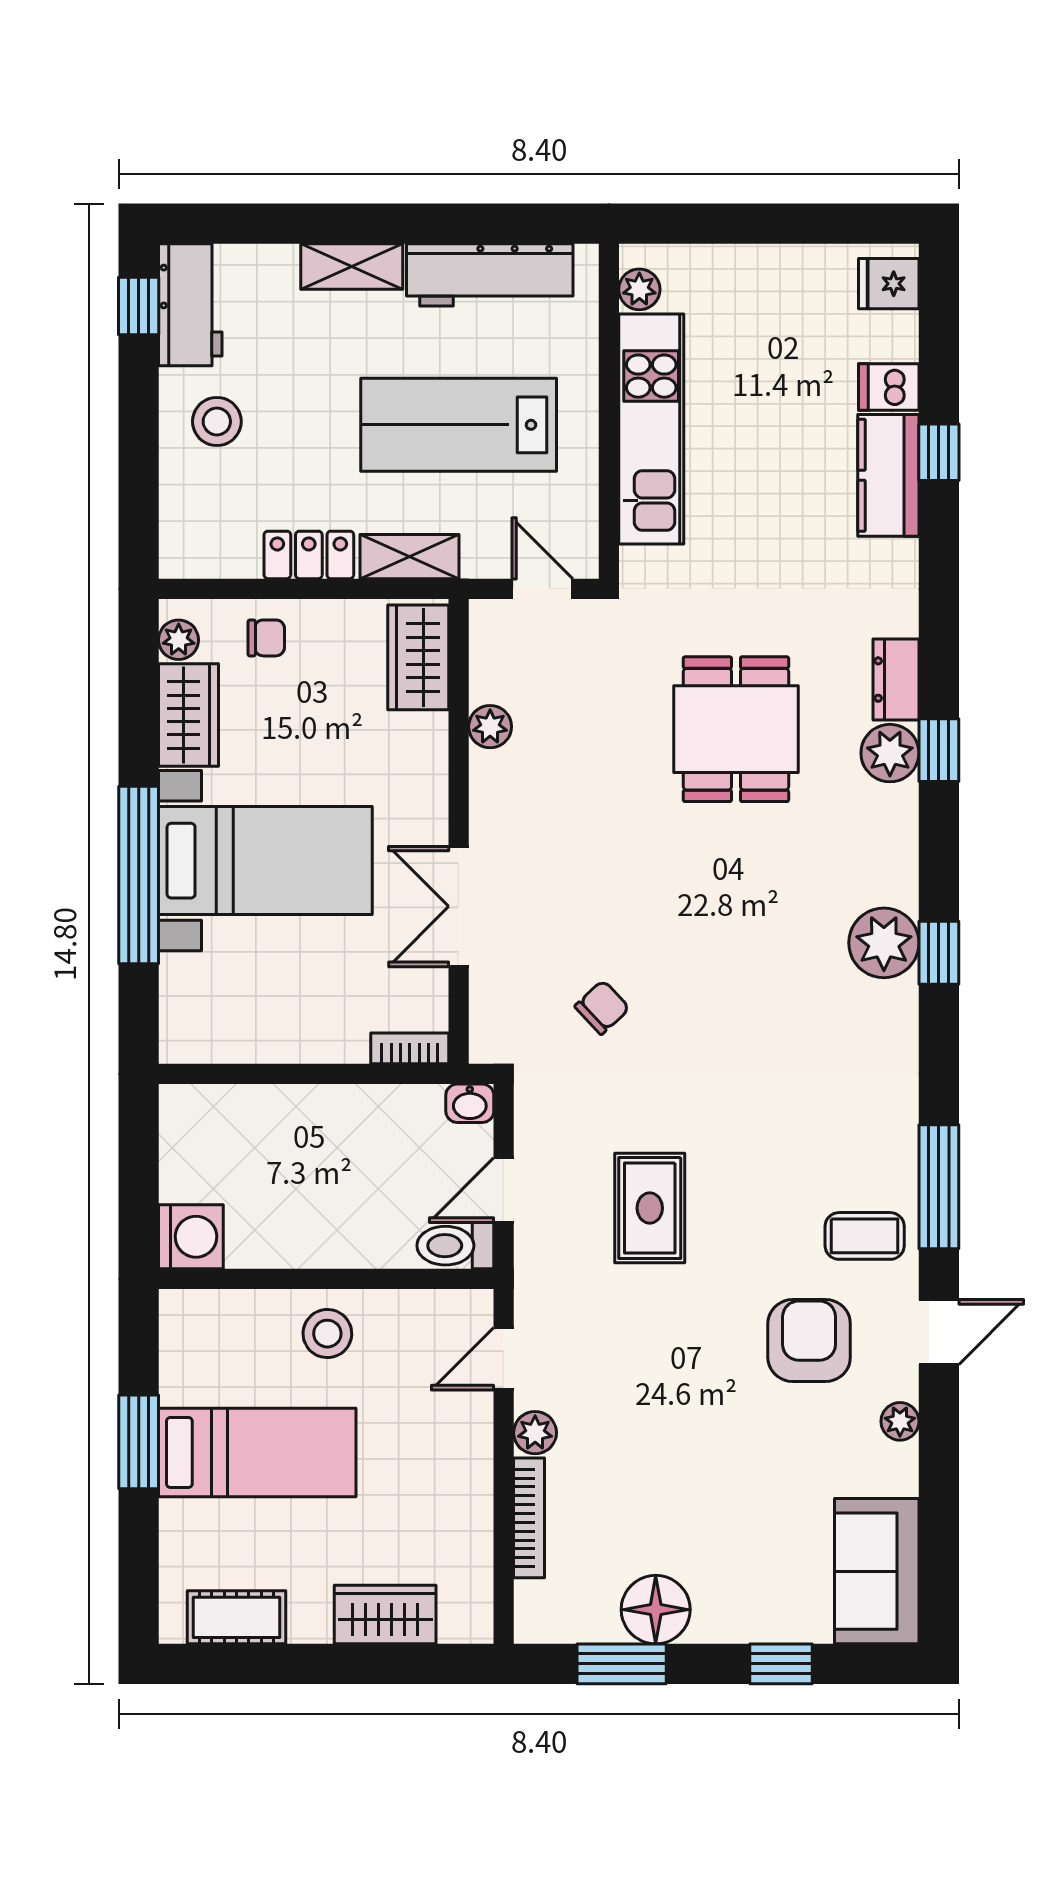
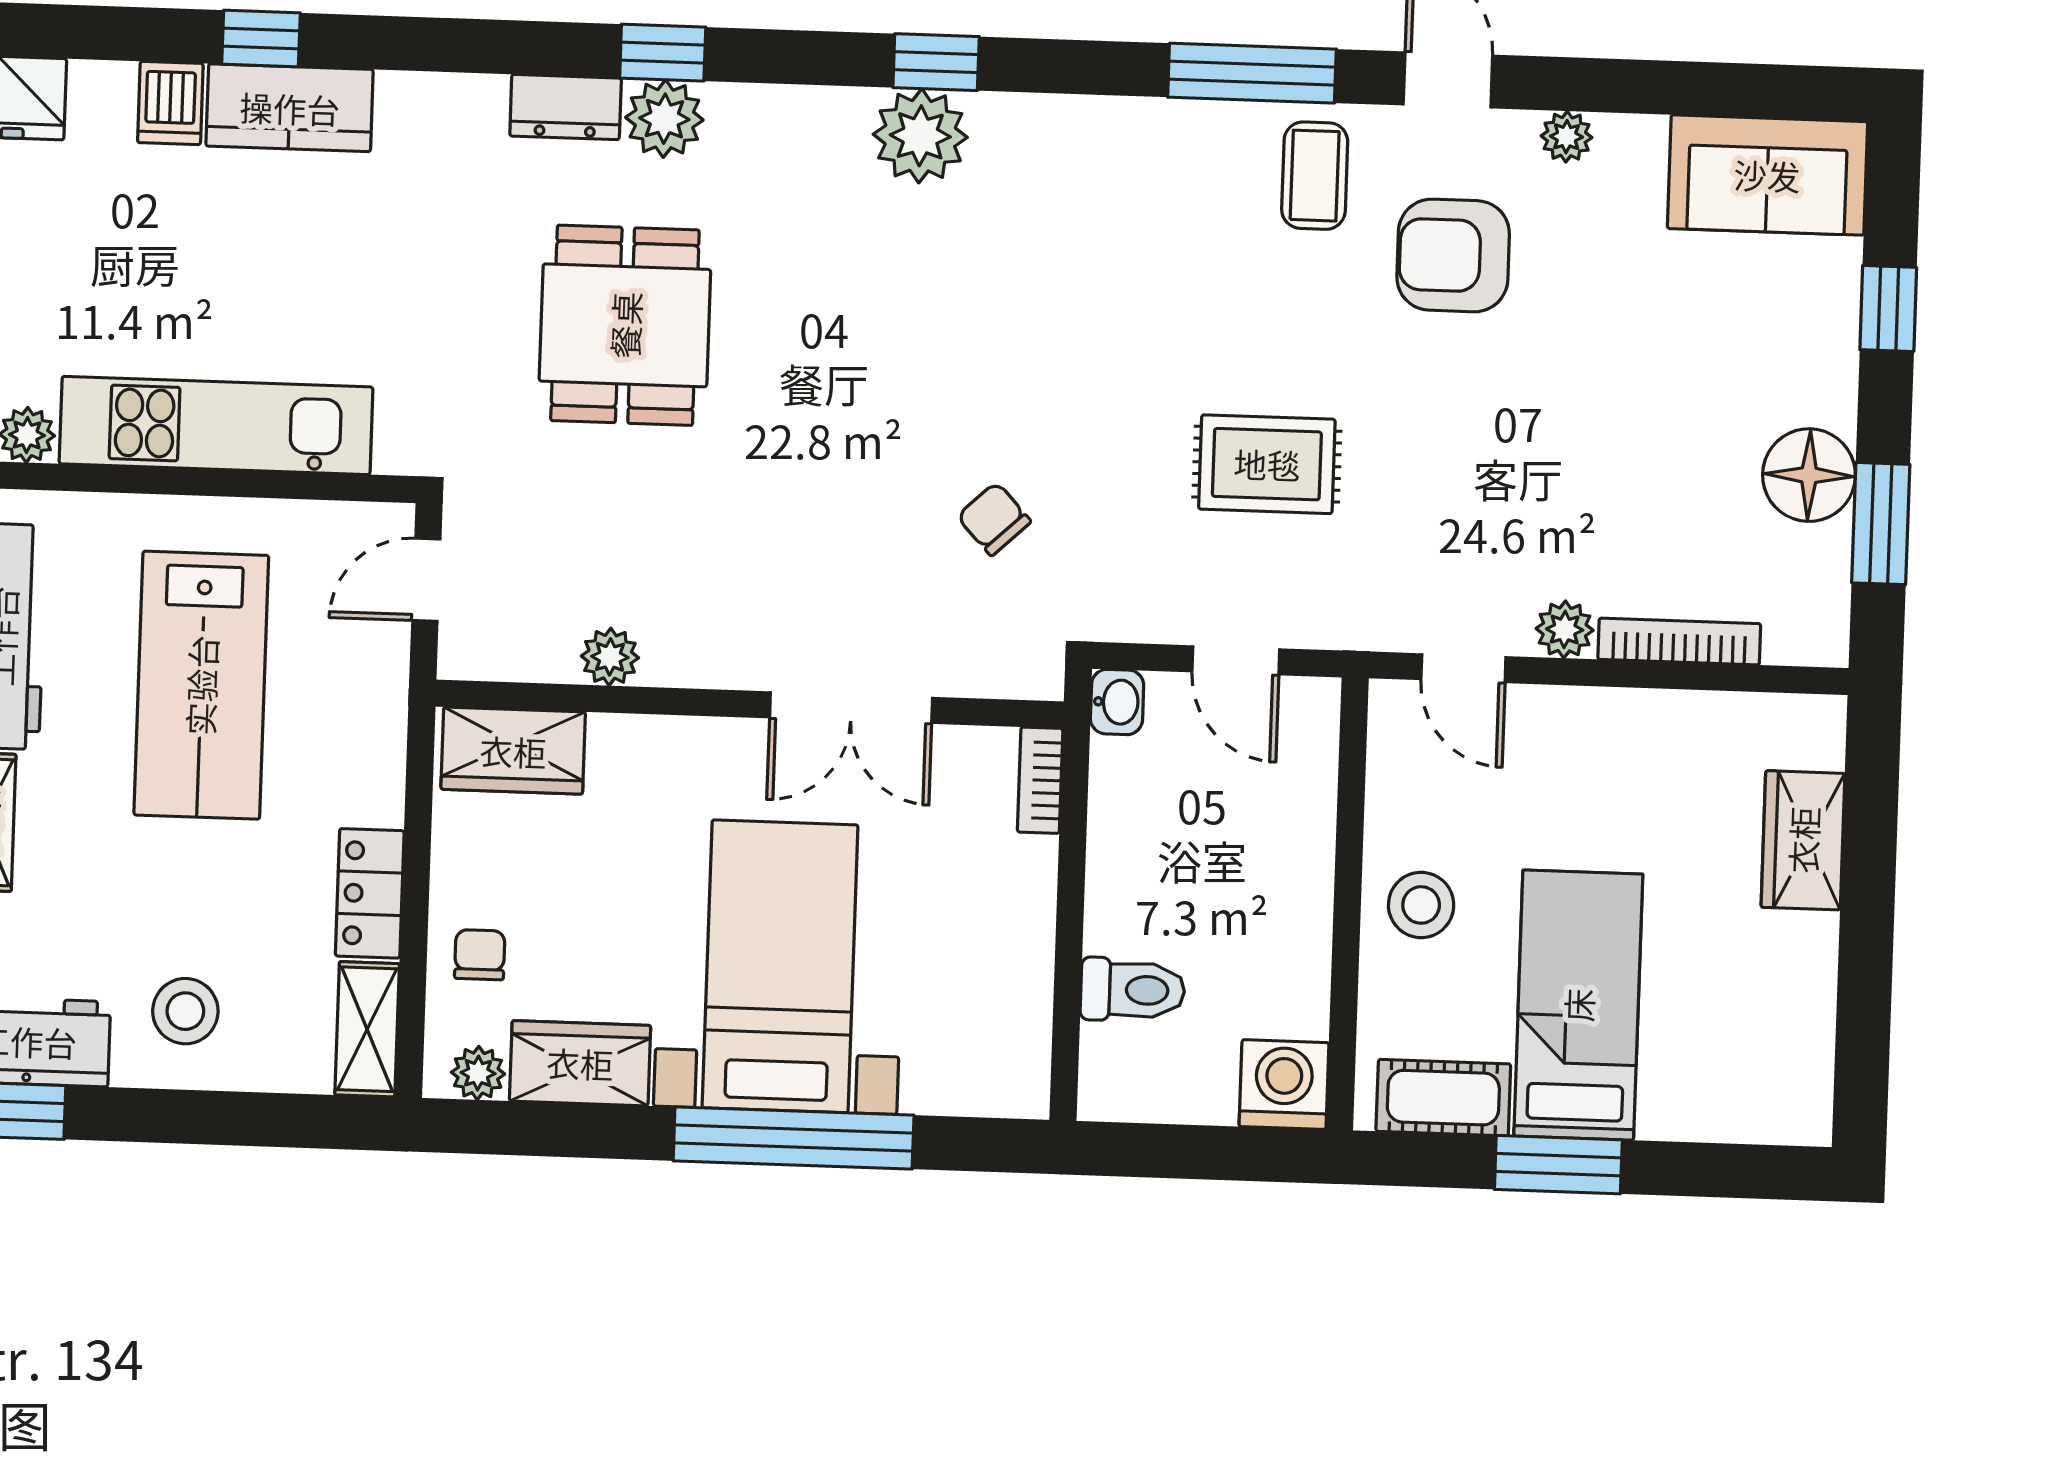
shelving: (410, 557) -> (367, 1029), moved
dining table: (736, 729) -> (625, 325), turned 90
toilet: (455, 1246) -> (1133, 990), moved, turned -90
cot: (237, 1617) -> (1443, 1098), moved, turned 90

